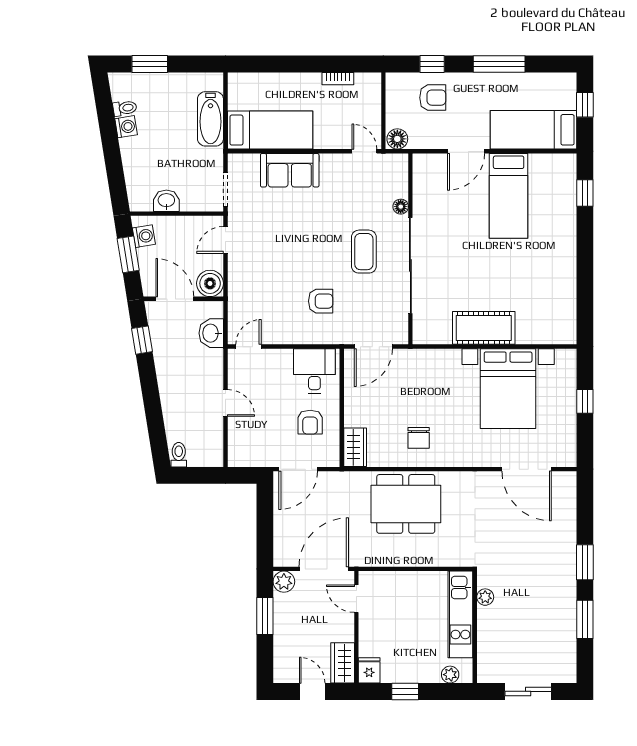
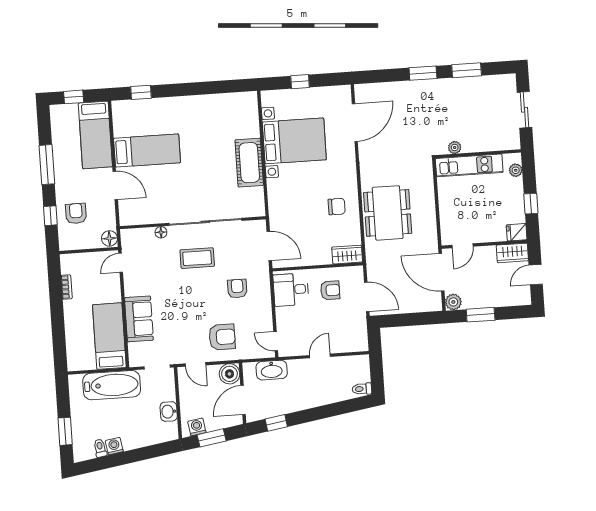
bathtub: (210, 119) -> (112, 385), width x1.36, depth x1.36
armchair: (259, 277) -> (222, 337), added
washbasin: (211, 333) -> (272, 370), width x1.38

